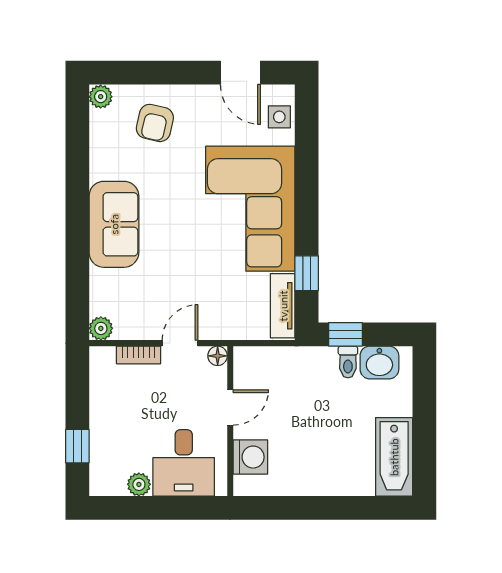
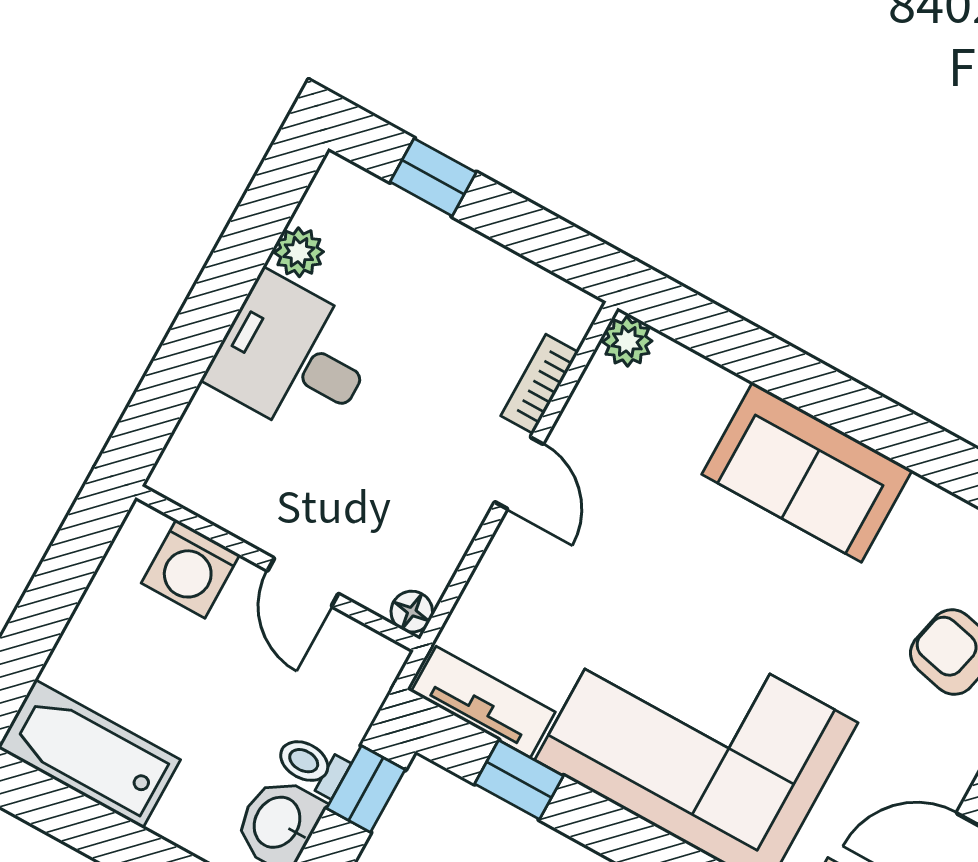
floor lamp: (218, 356) -> (412, 612), moved
door: (230, 408) -> (303, 582), moved
wall: (230, 421) -> (278, 568), moved
washing machine: (250, 457) -> (191, 569), moved

